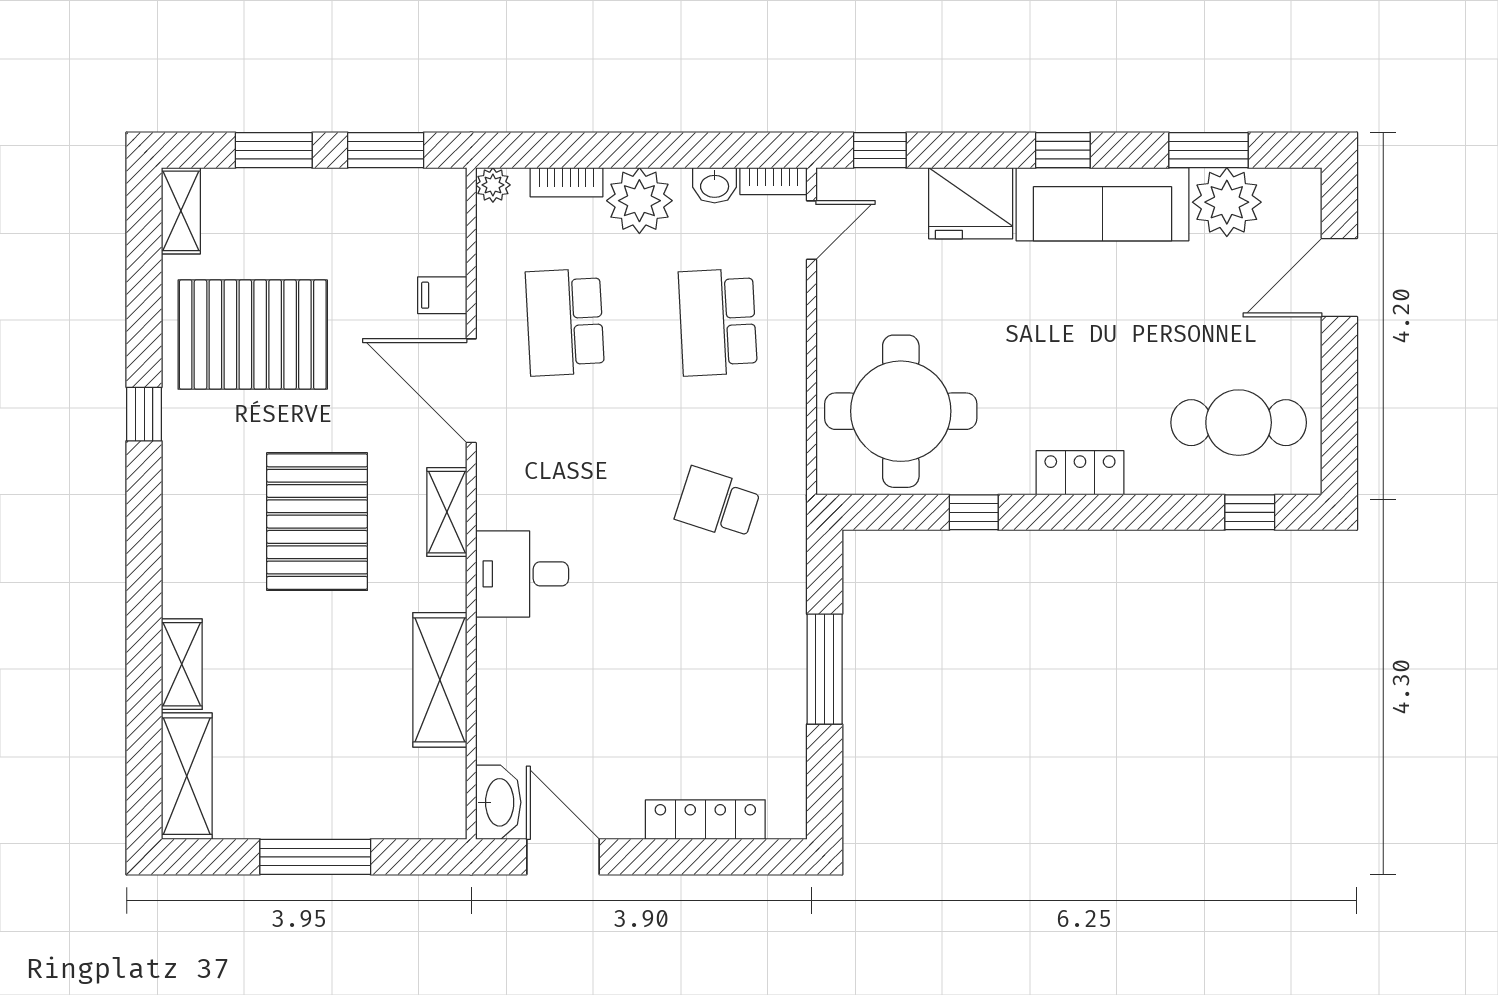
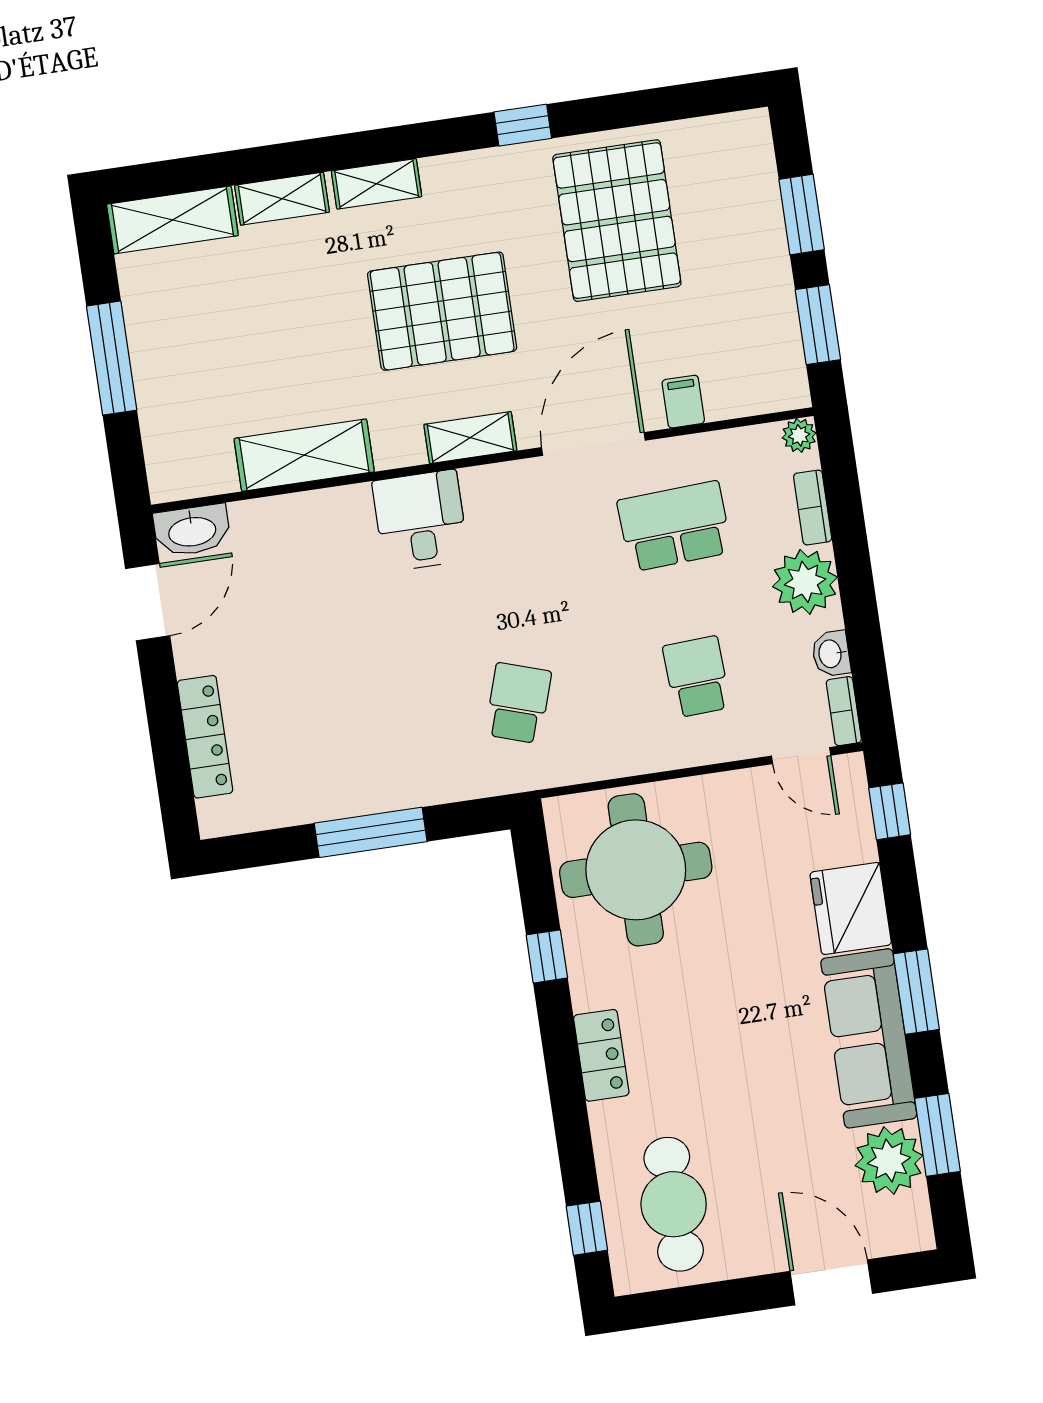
window: (1063, 150) -> (916, 992), width x1.50
shelving: (181, 211) -> (377, 184), moved
school desk: (718, 322) -> (697, 677), width x0.54

